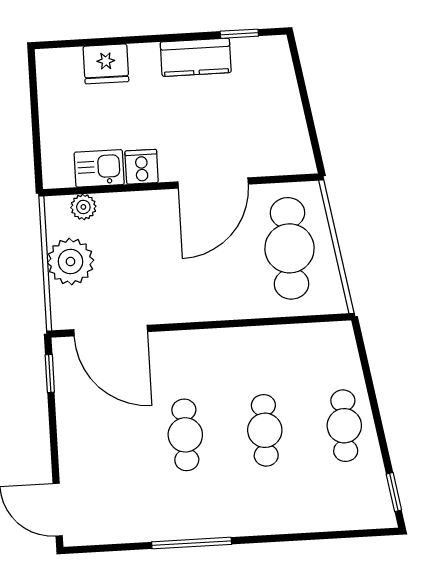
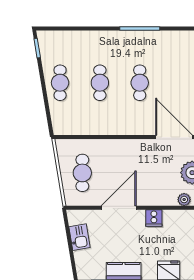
kitchen sink: (99, 168) -> (79, 237), moved, turned -99
cafe table: (289, 248) -> (82, 173), width x0.73, depth x0.74

